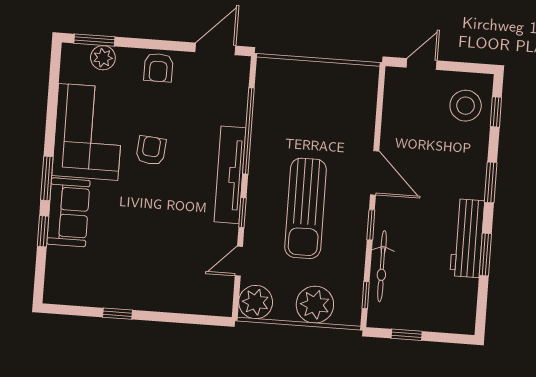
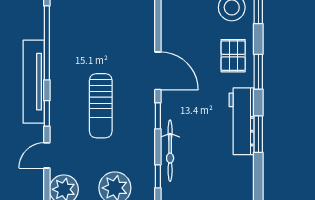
pallet: (463, 162) -> (233, 56), added
sun lounger: (306, 208) -> (101, 106), width x0.73, depth x0.75

